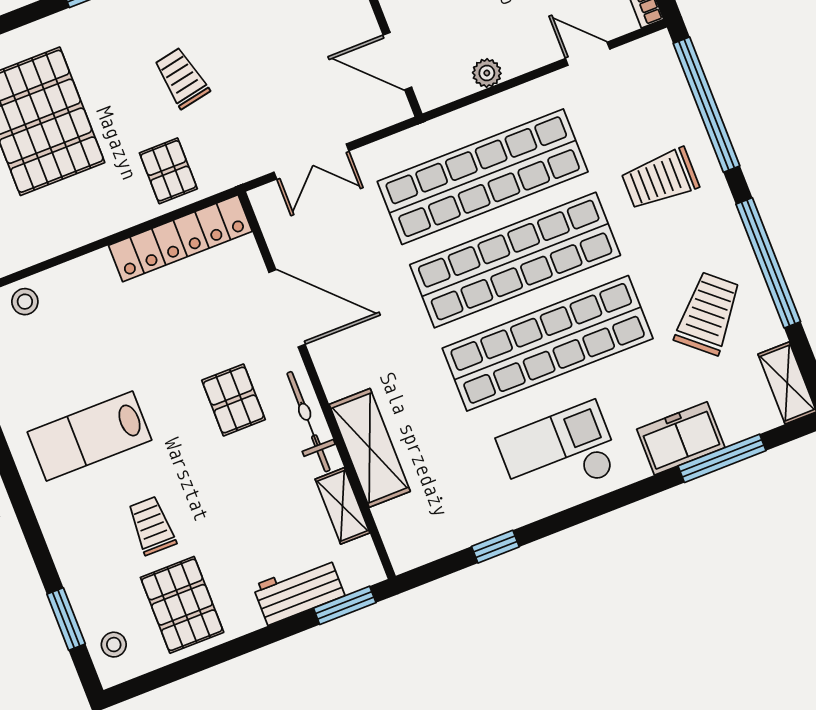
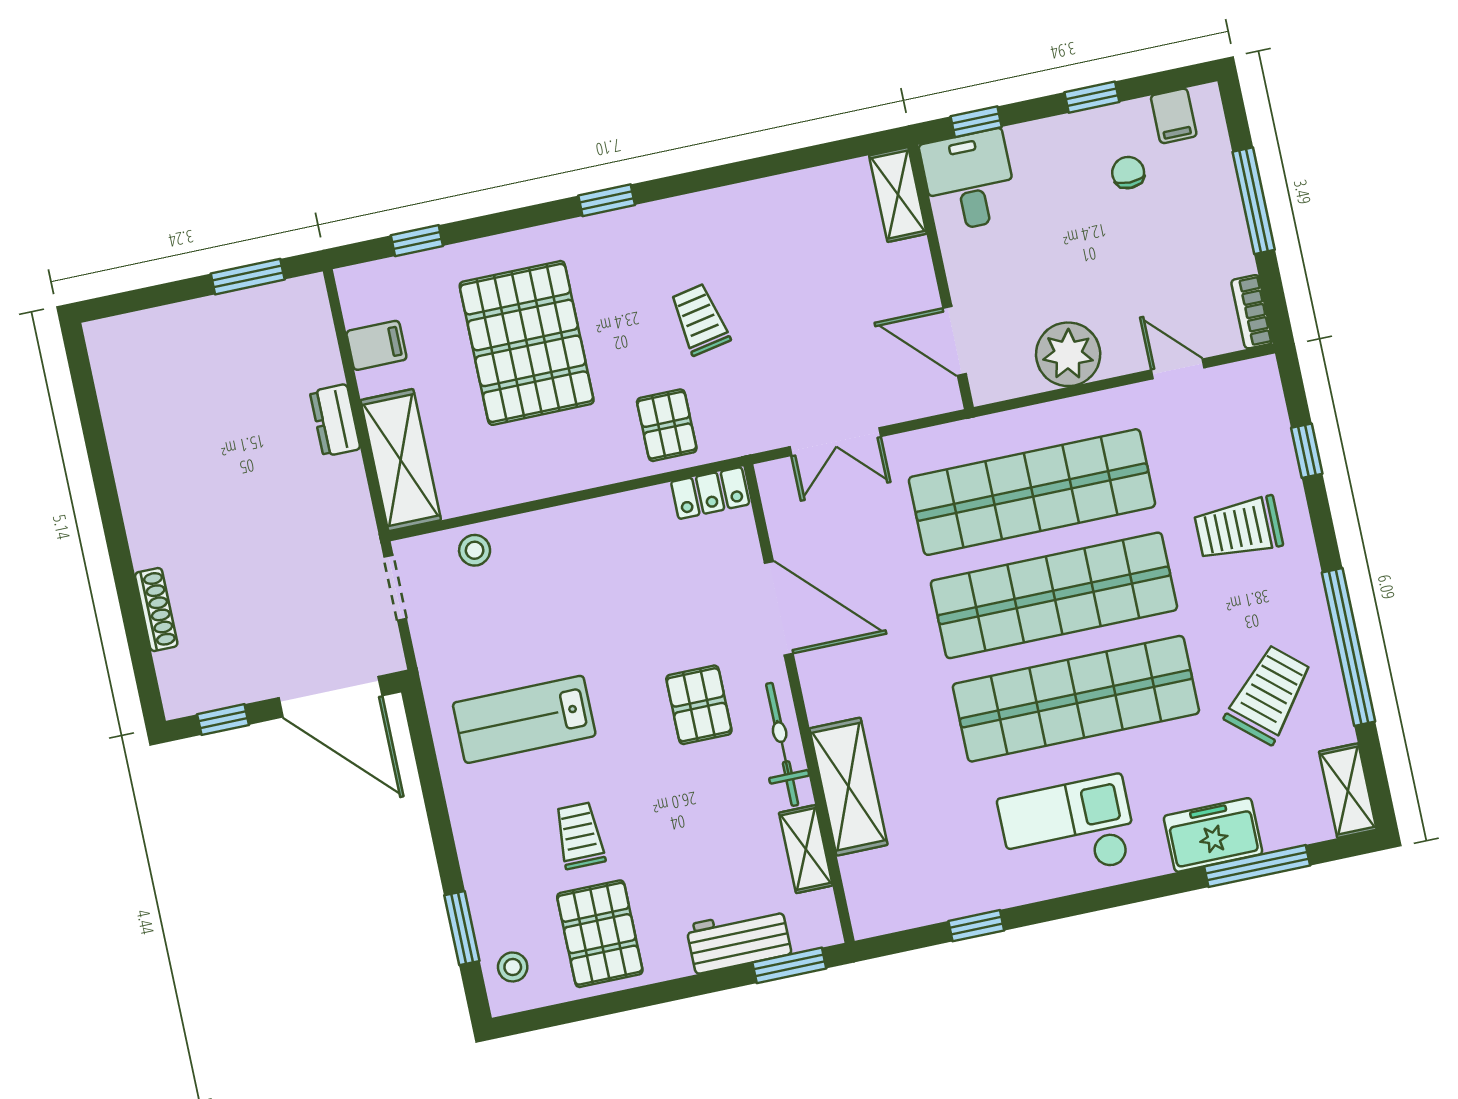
plant: (487, 73) -> (1068, 354), width x1.87, depth x1.87
window: (707, 105) -> (1307, 451), width x0.32
locker: (180, 238) -> (710, 493), width x0.46, depth x0.83

